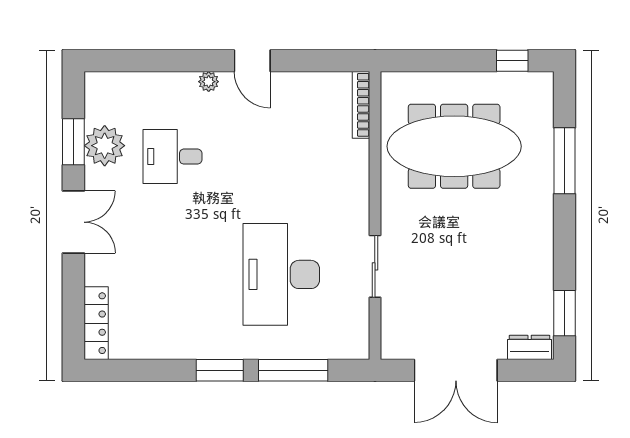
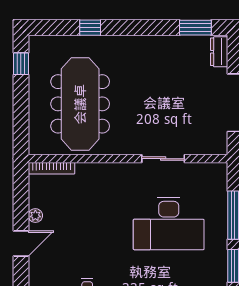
plant: (209, 82) -> (35, 216), moved
window: (564, 161) -> (90, 28), width x0.46

